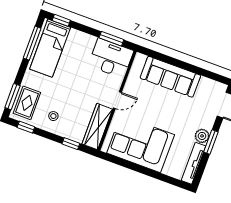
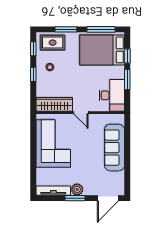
window: (61, 20) -> (127, 56), moved
window: (111, 39) -> (127, 80), moved
bed: (50, 48) -> (102, 50), width x1.50
window: (12, 97) -> (66, 29), moved
window: (71, 144) -> (33, 74), moved

